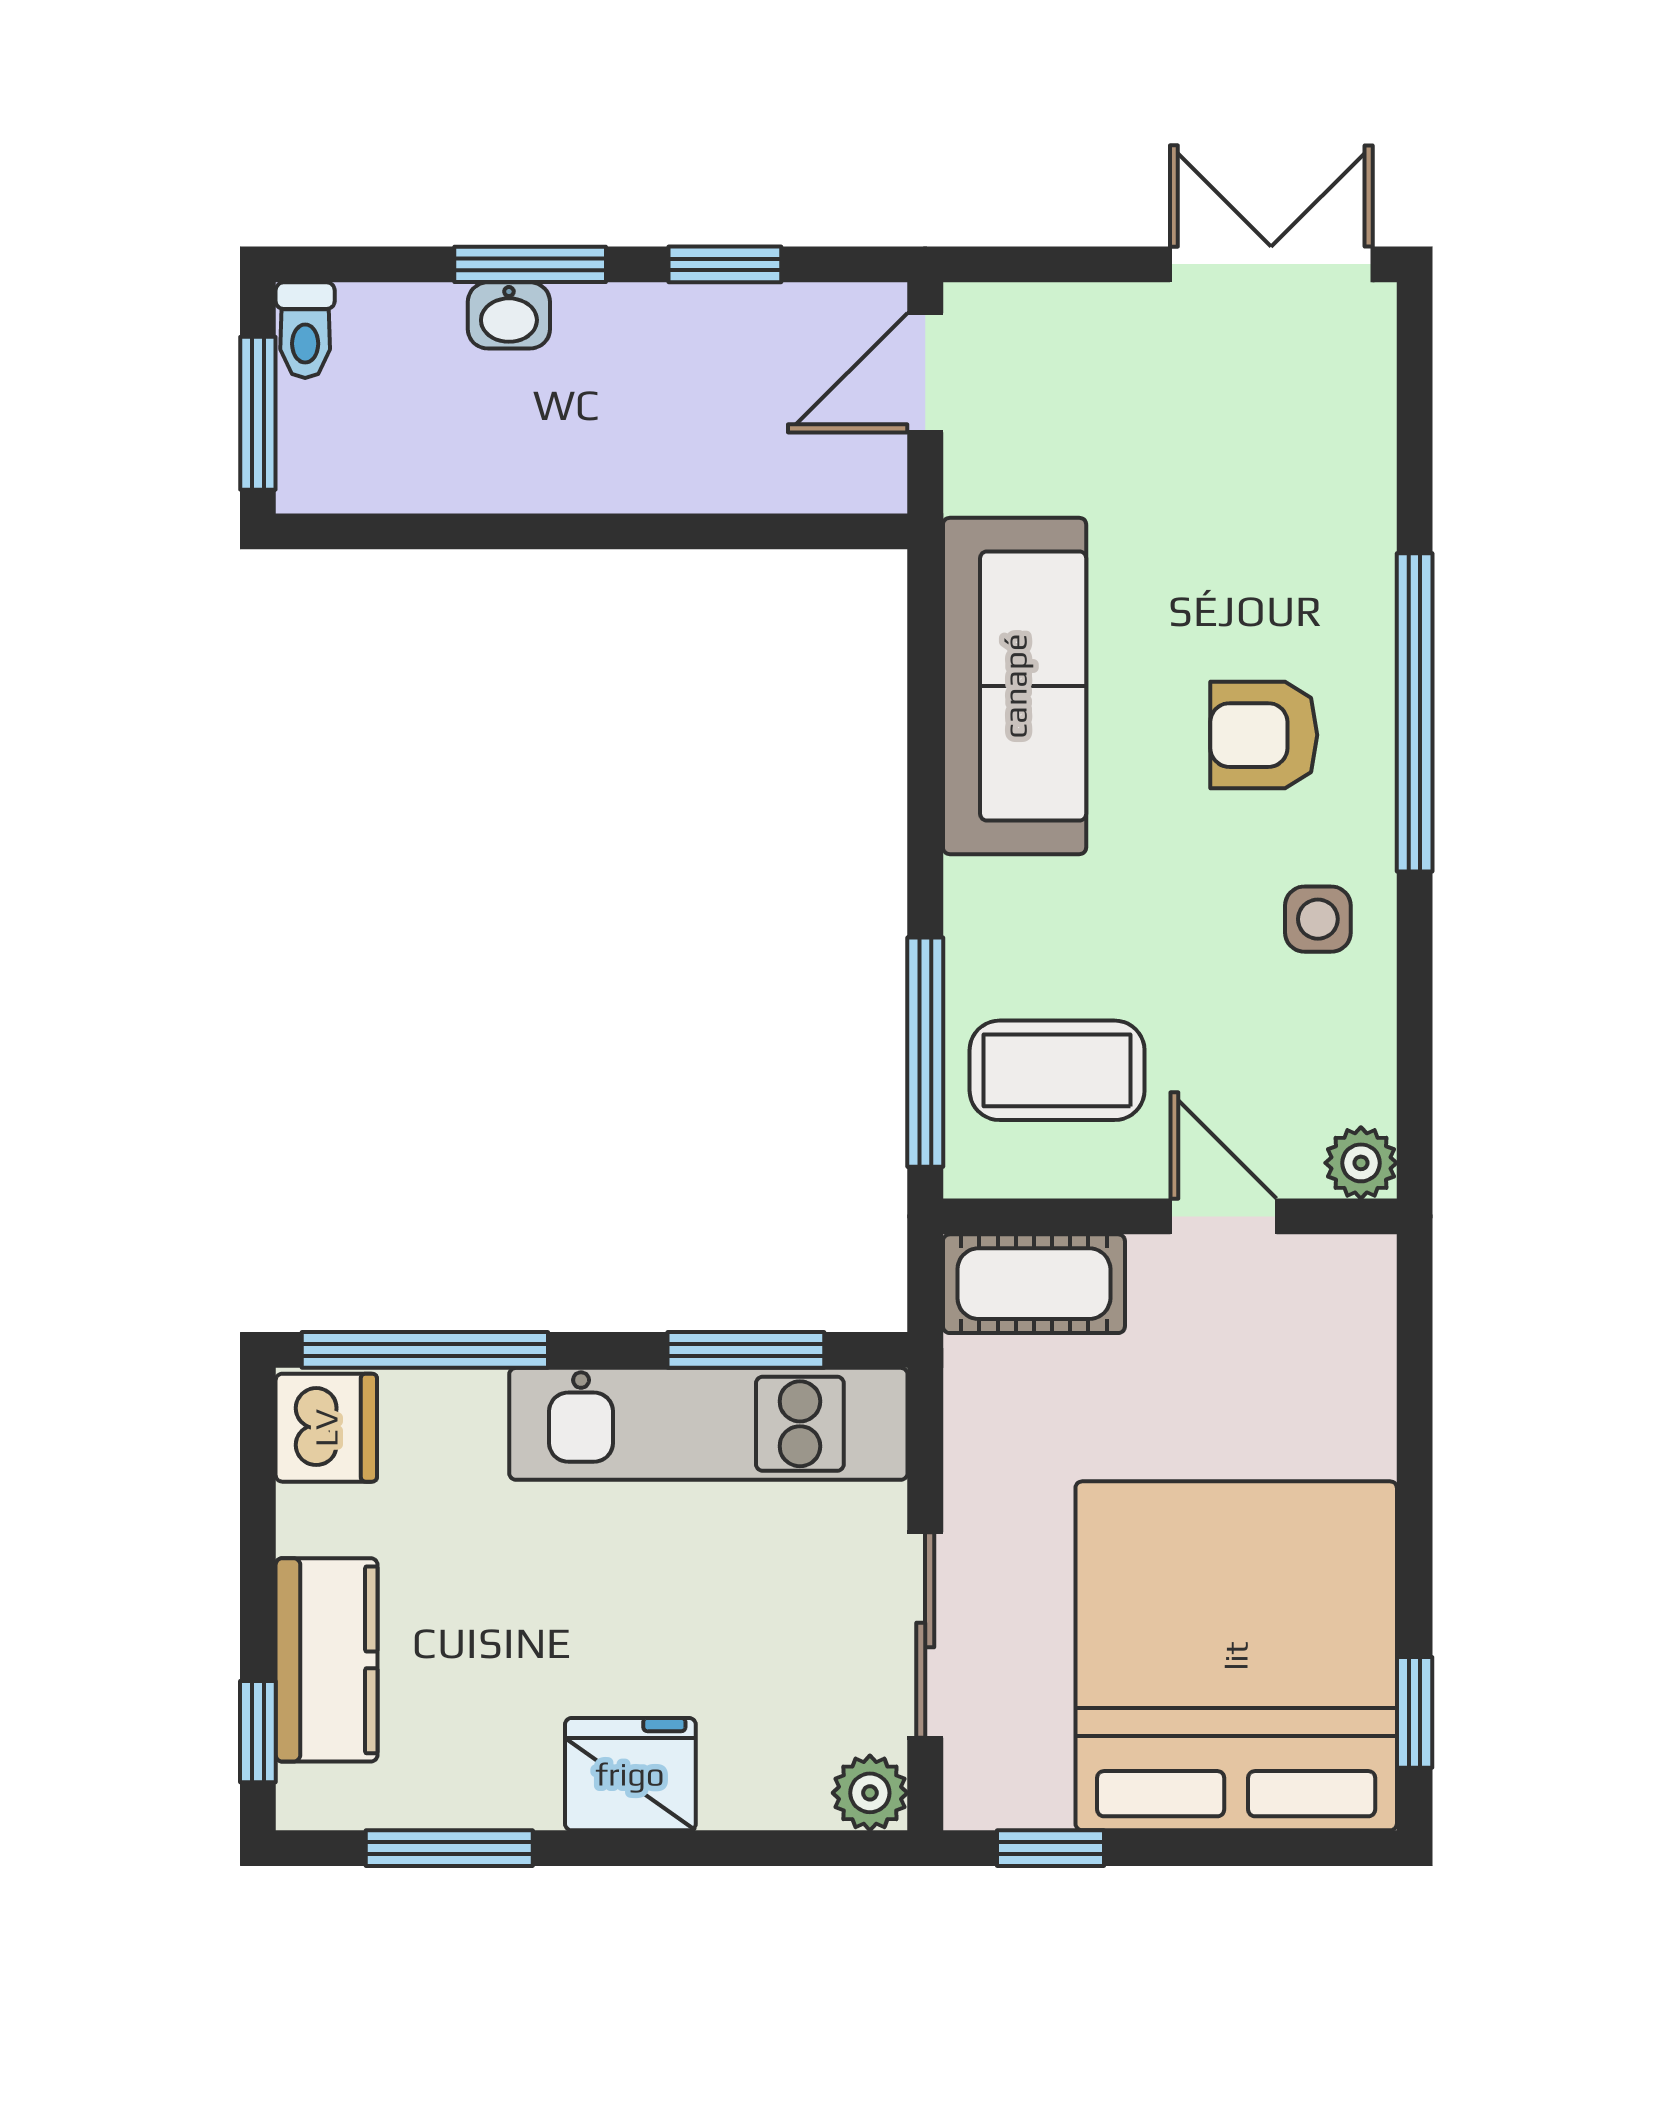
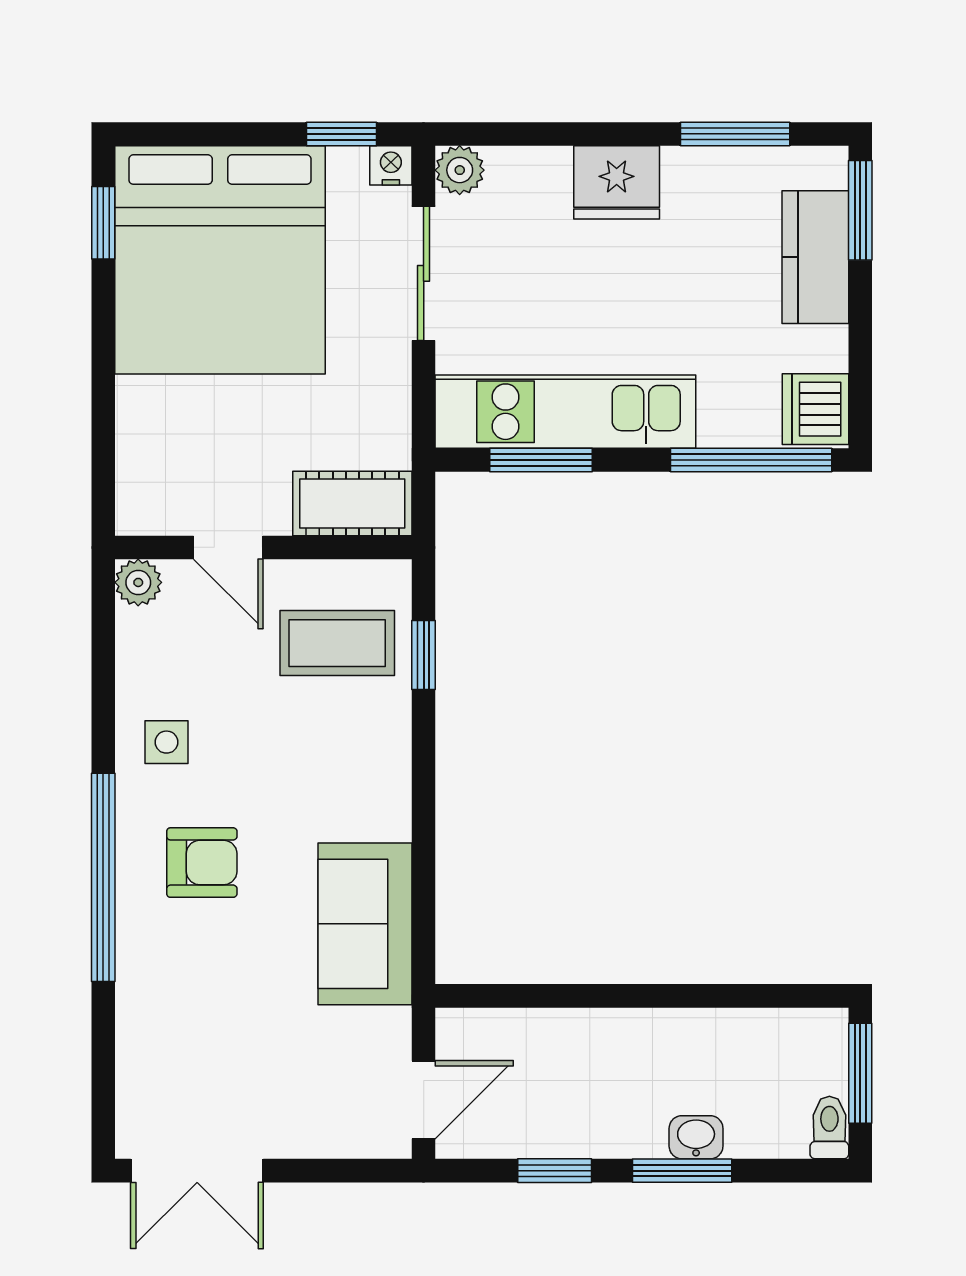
sofa: (1015, 686) -> (365, 924), width x0.73
window: (925, 1052) -> (424, 655), width x0.46
window: (258, 1732) -> (860, 210), width x1.50
nightstand: (975, 1800) -> (391, 165), added

